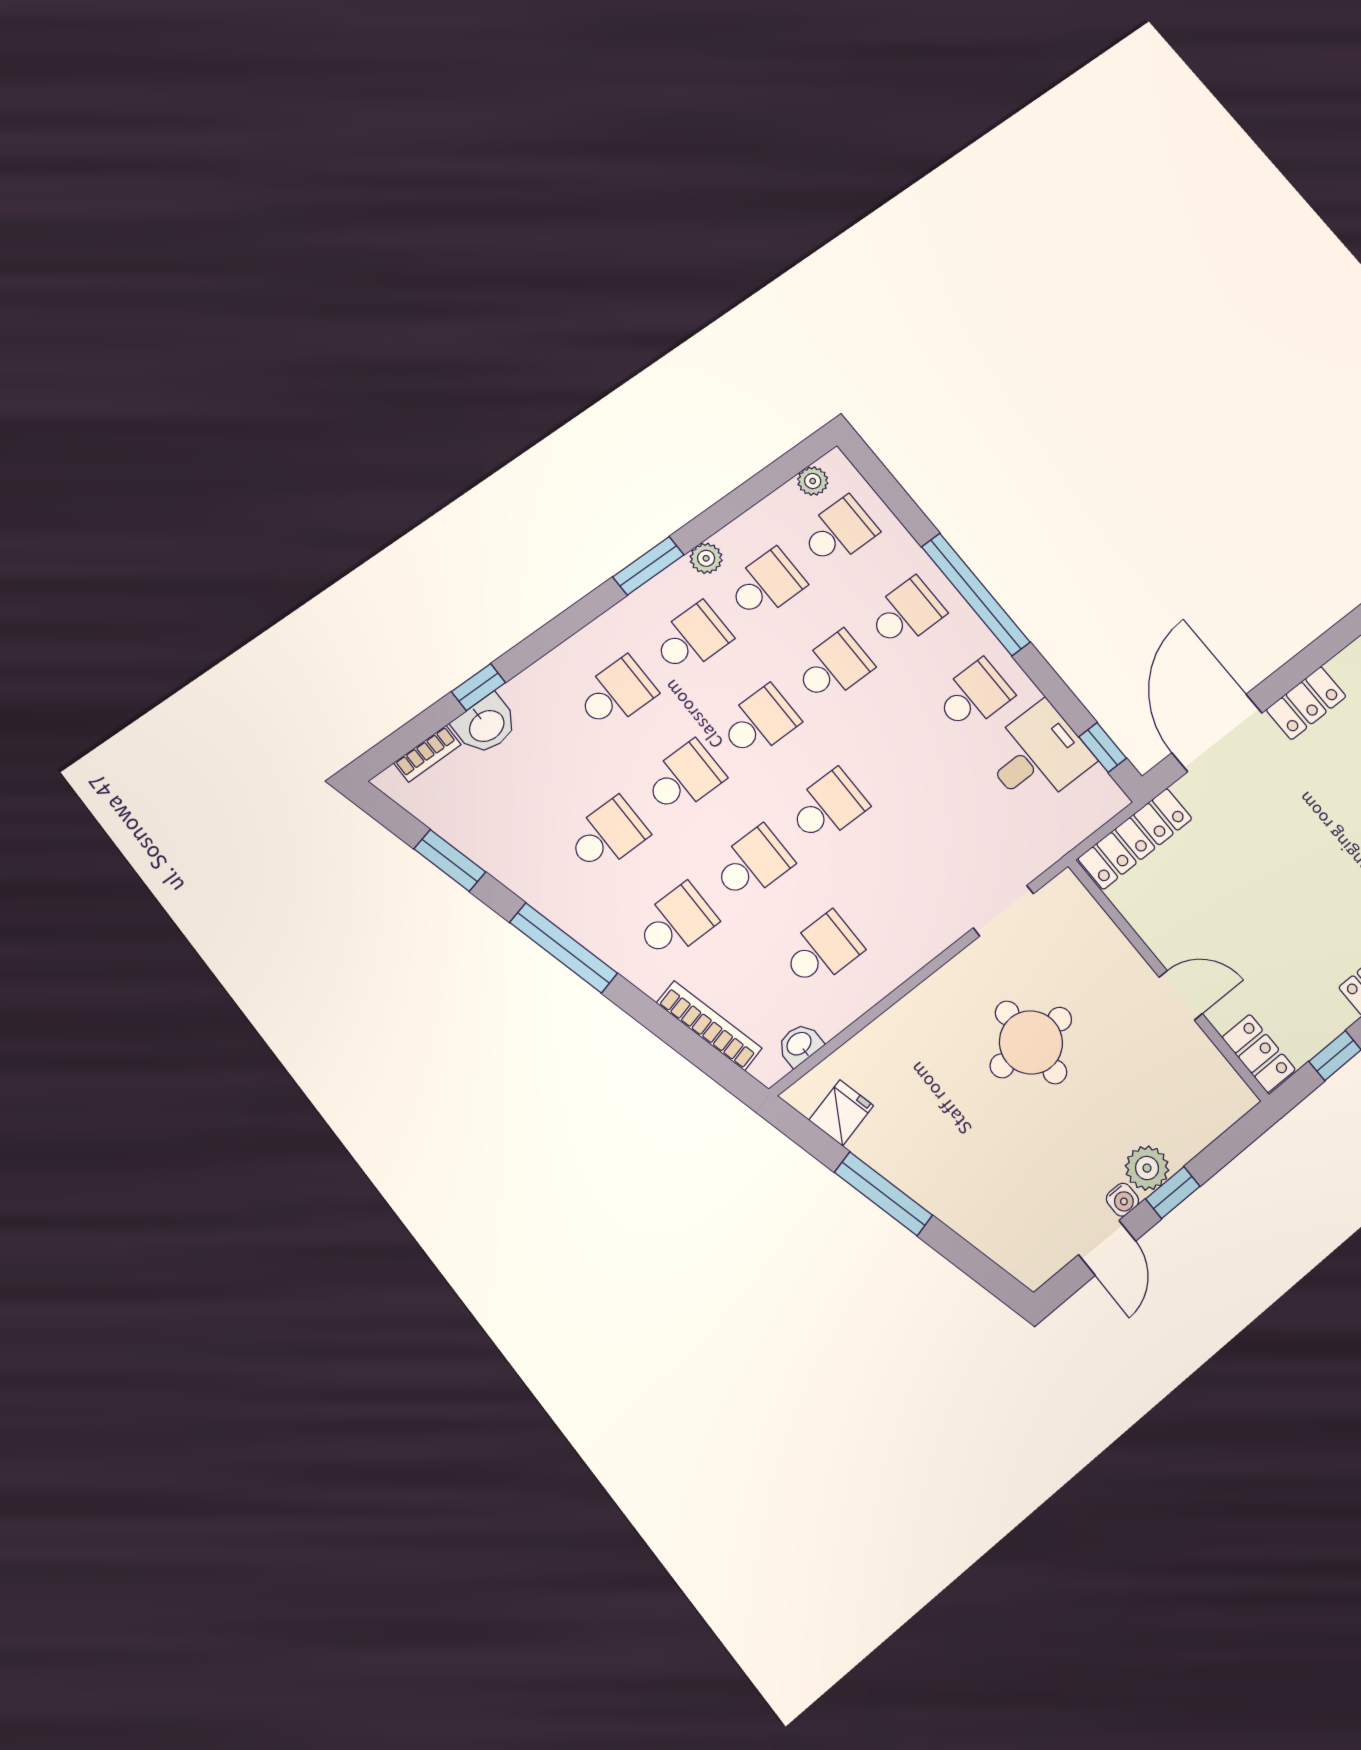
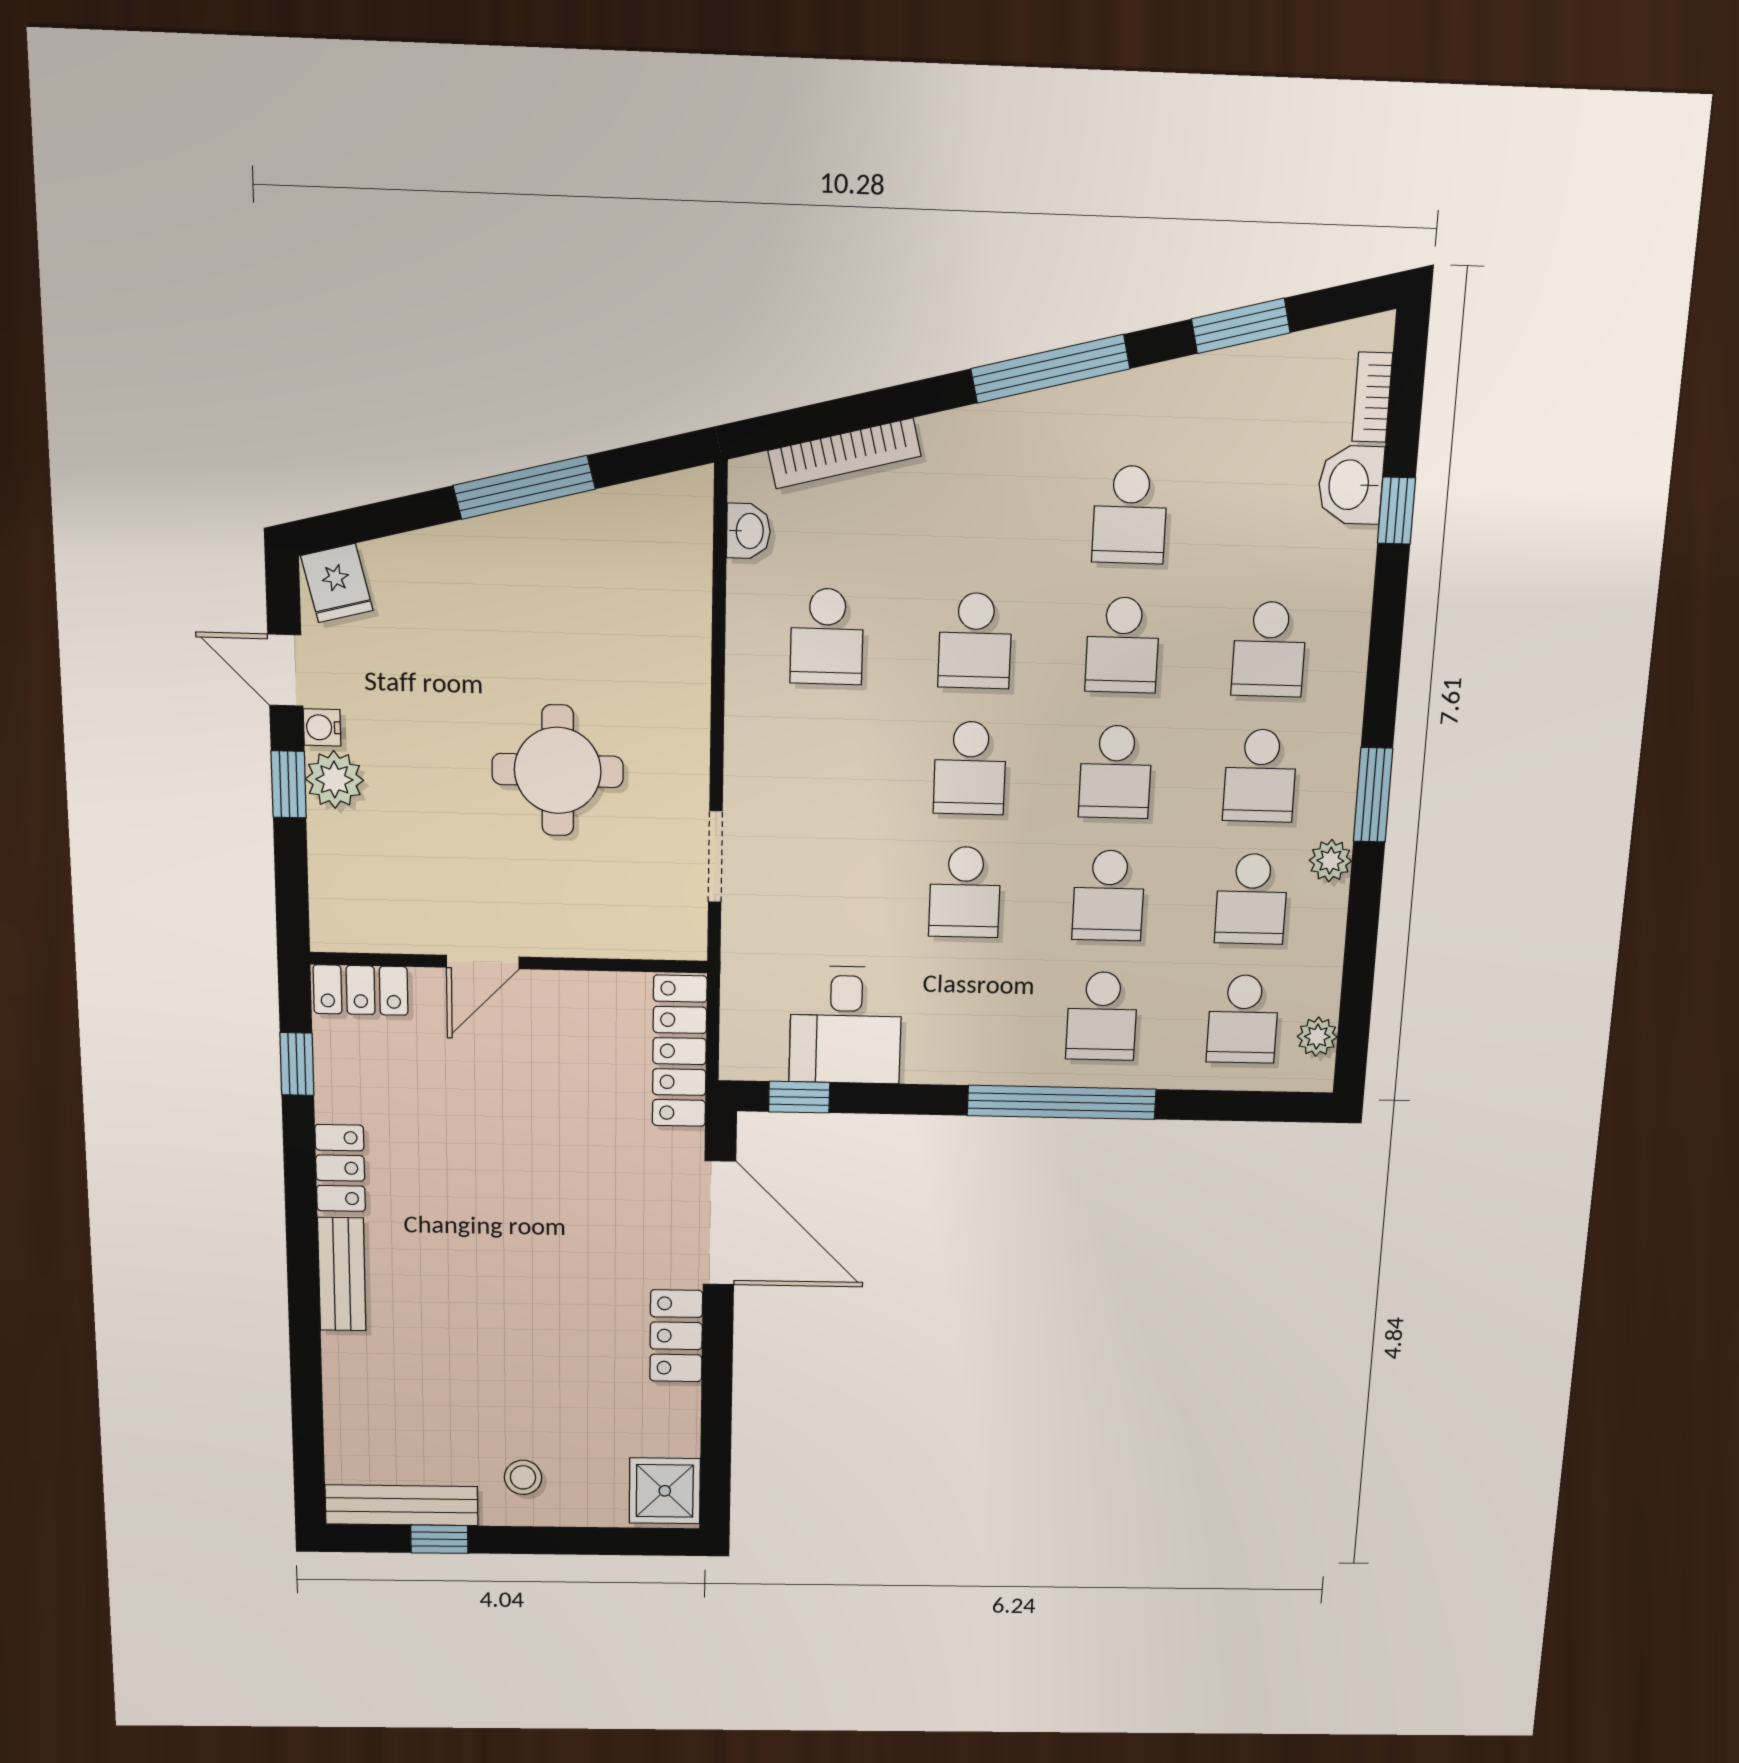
school desk: (974, 696) -> (965, 892), moved
school desk: (676, 922) -> (980, 510), removed
fridge: (841, 1113) -> (337, 583), moved

